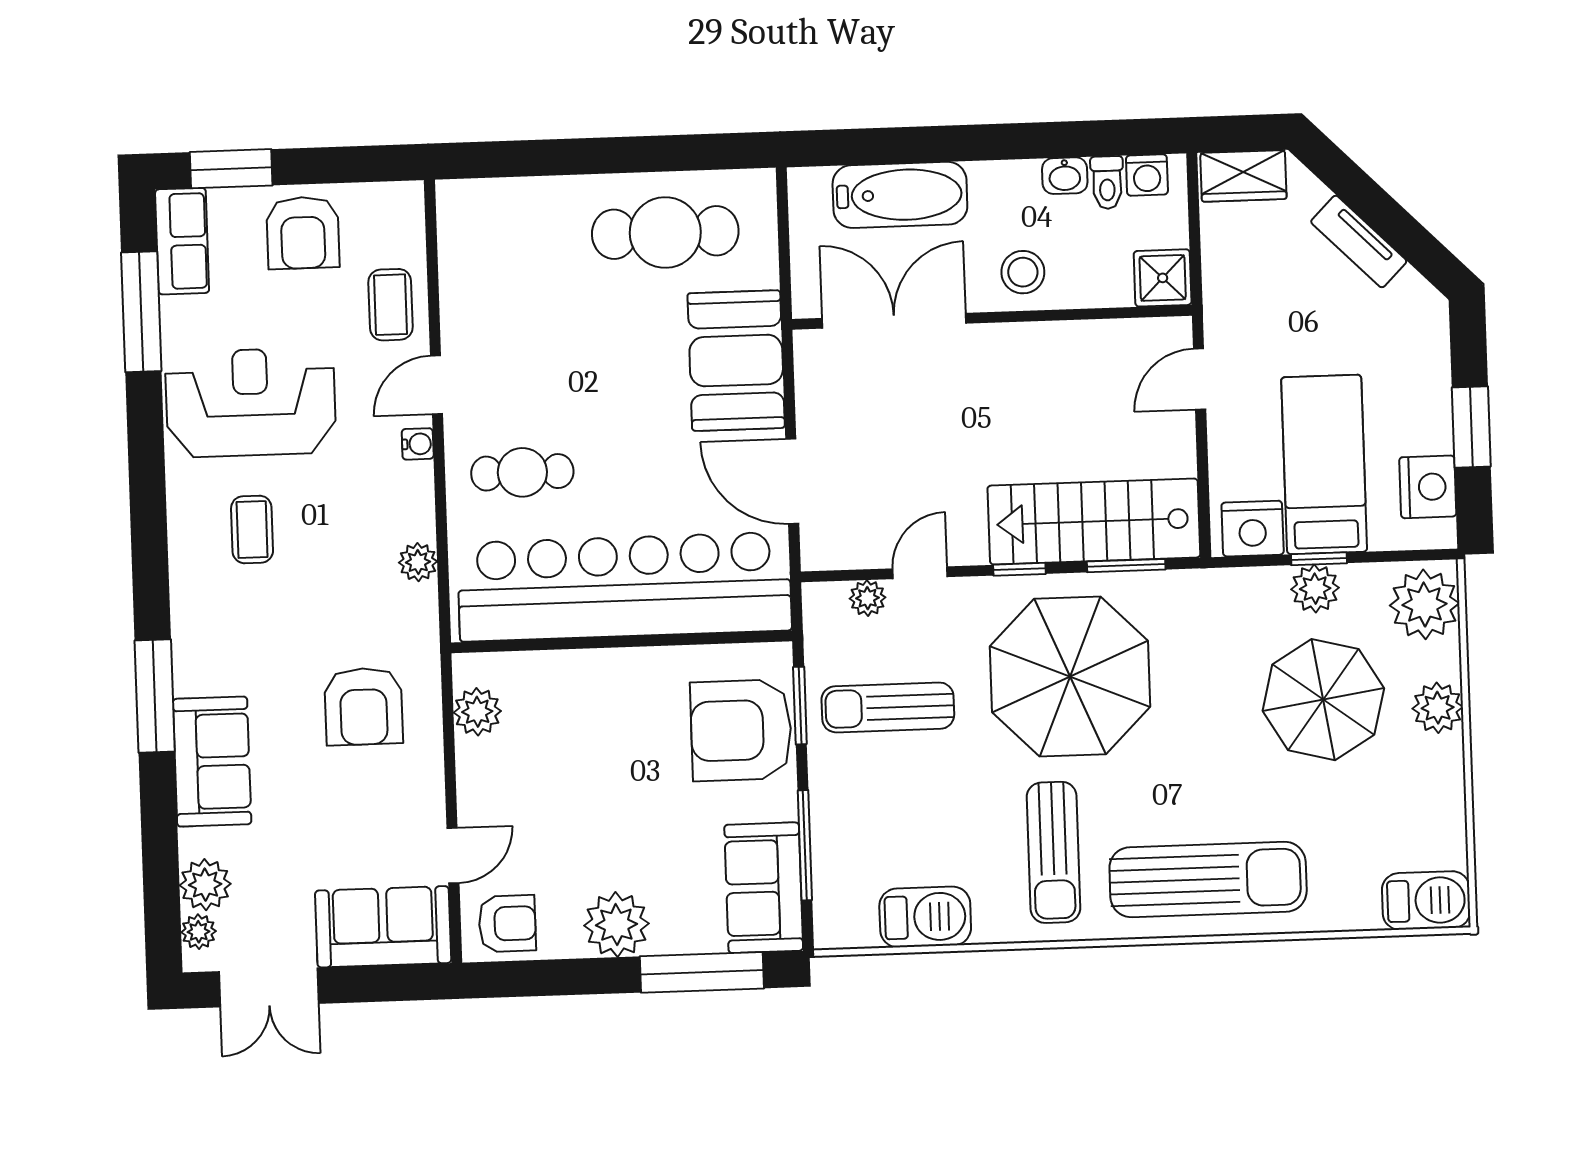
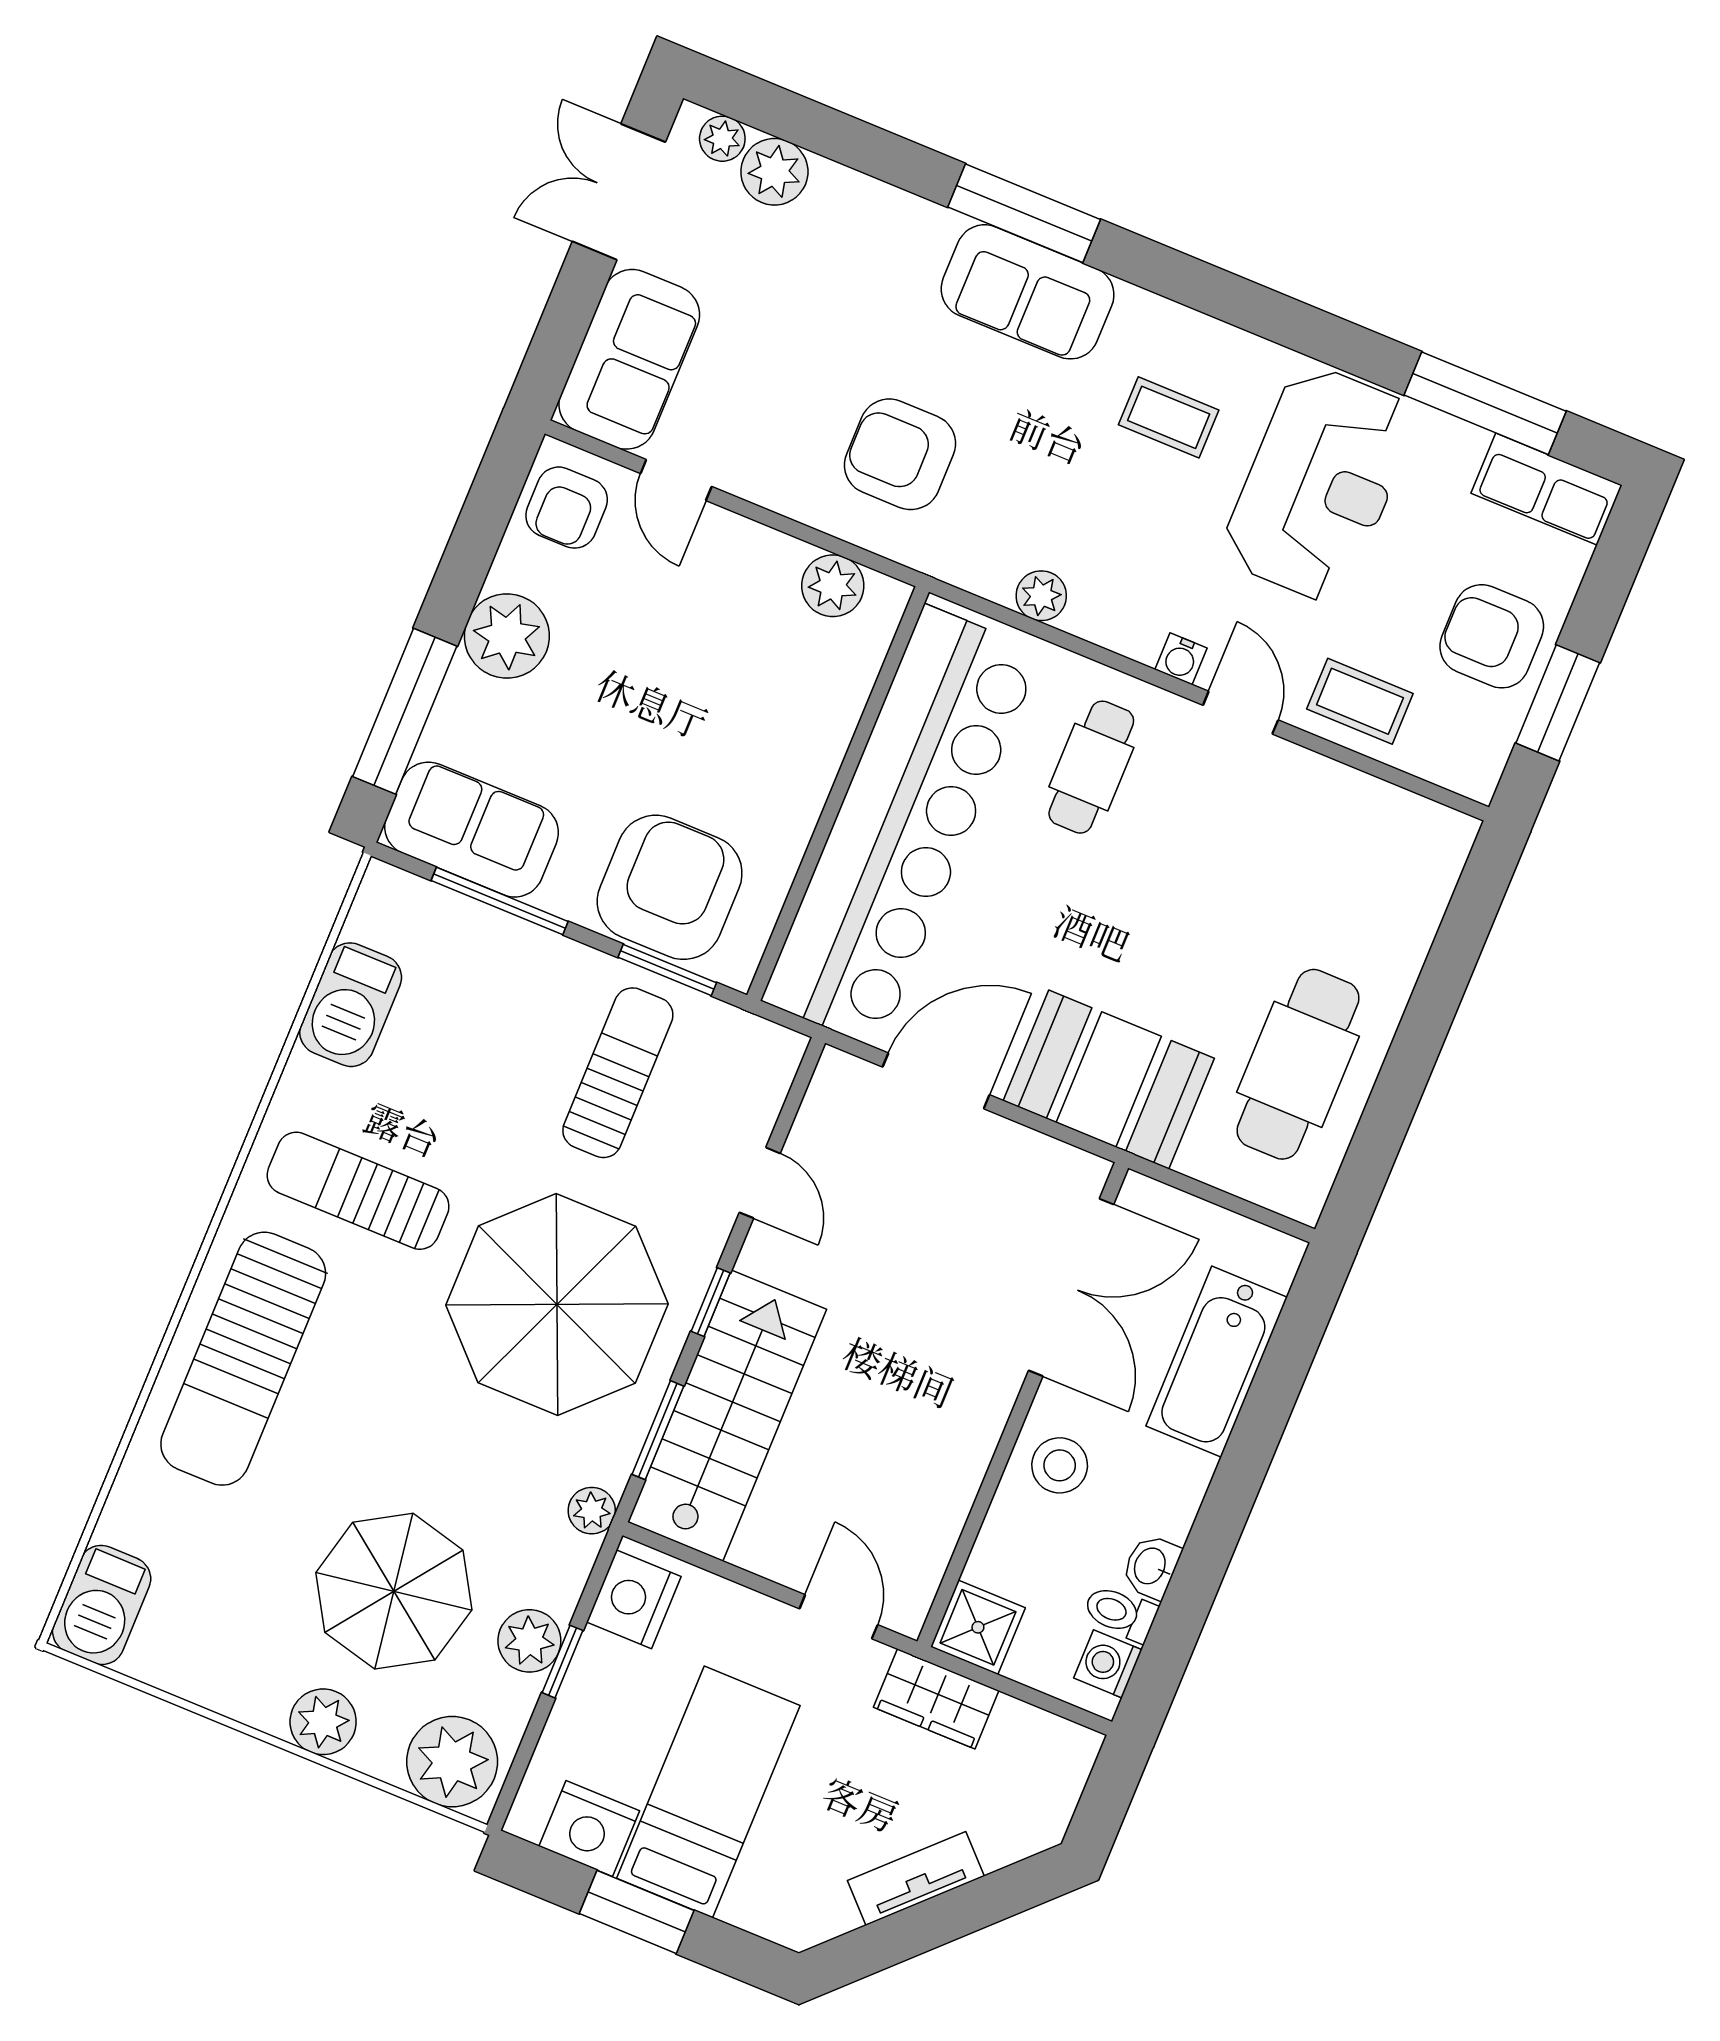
window: (231, 169) -> (1558, 703), moved
wardrobe: (1243, 176) -> (936, 1699), moved, turned -90
bed: (1324, 464) -> (708, 1792), moved, turned -90
plant: (867, 598) -> (592, 1511), moved
sofa: (212, 762) -> (1028, 292), moved

